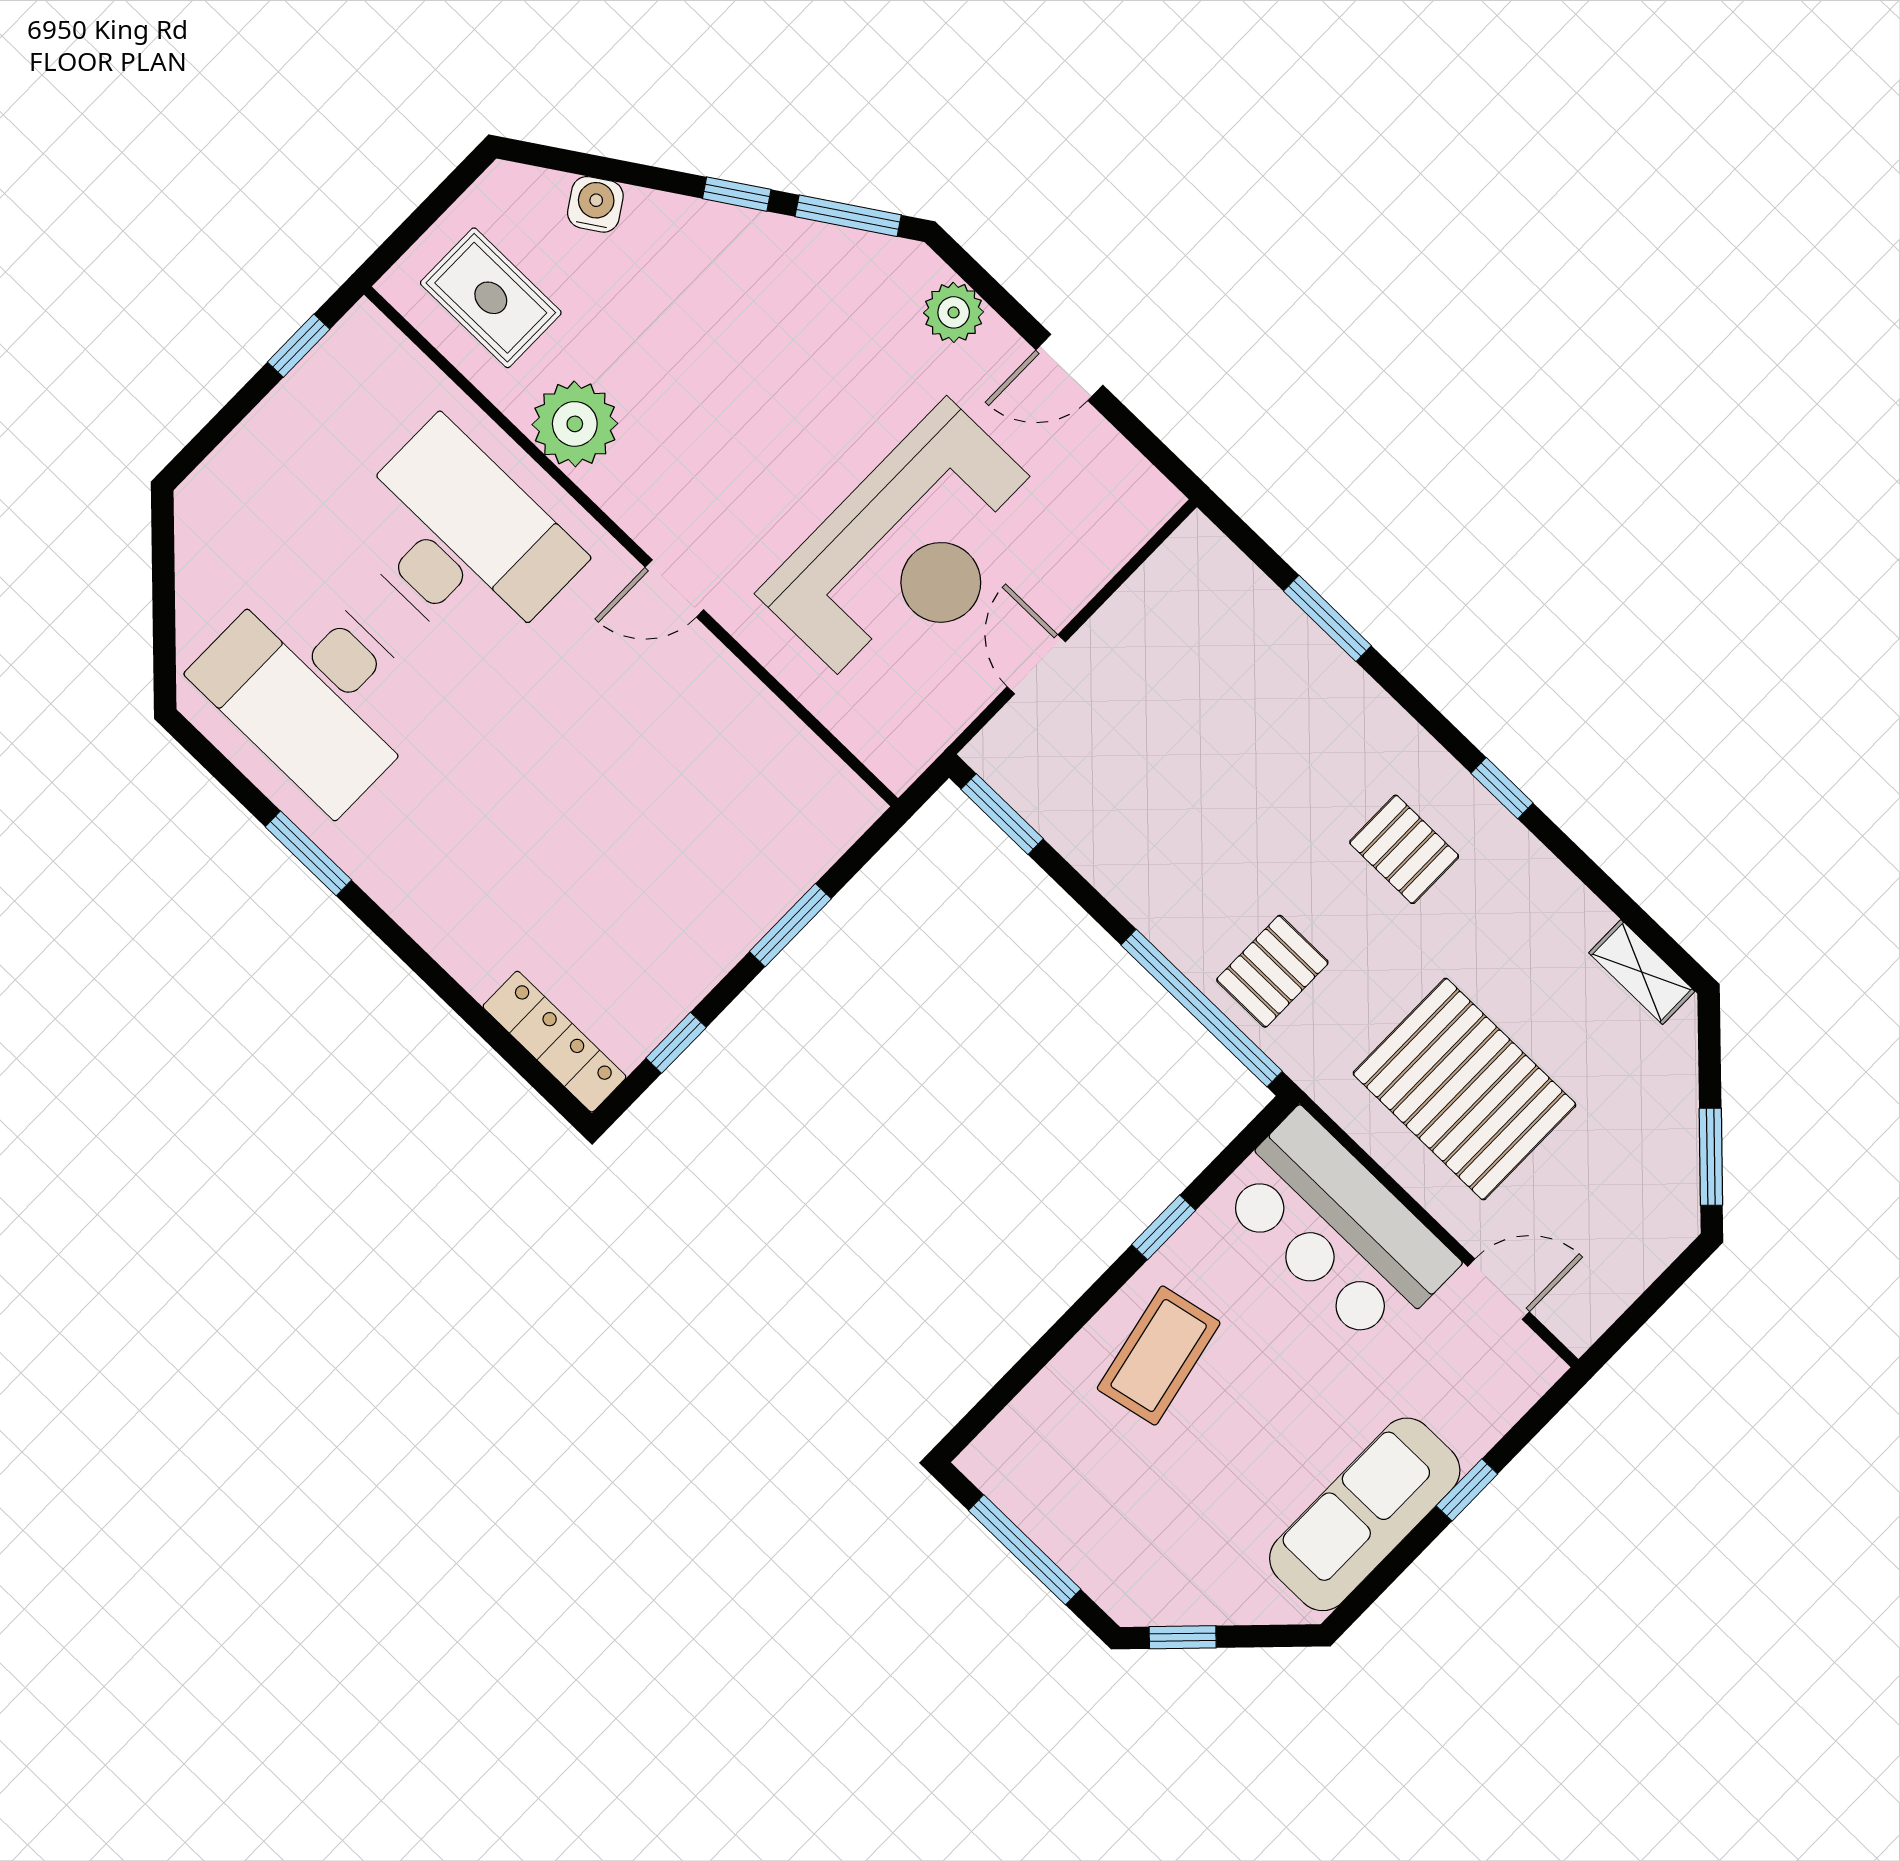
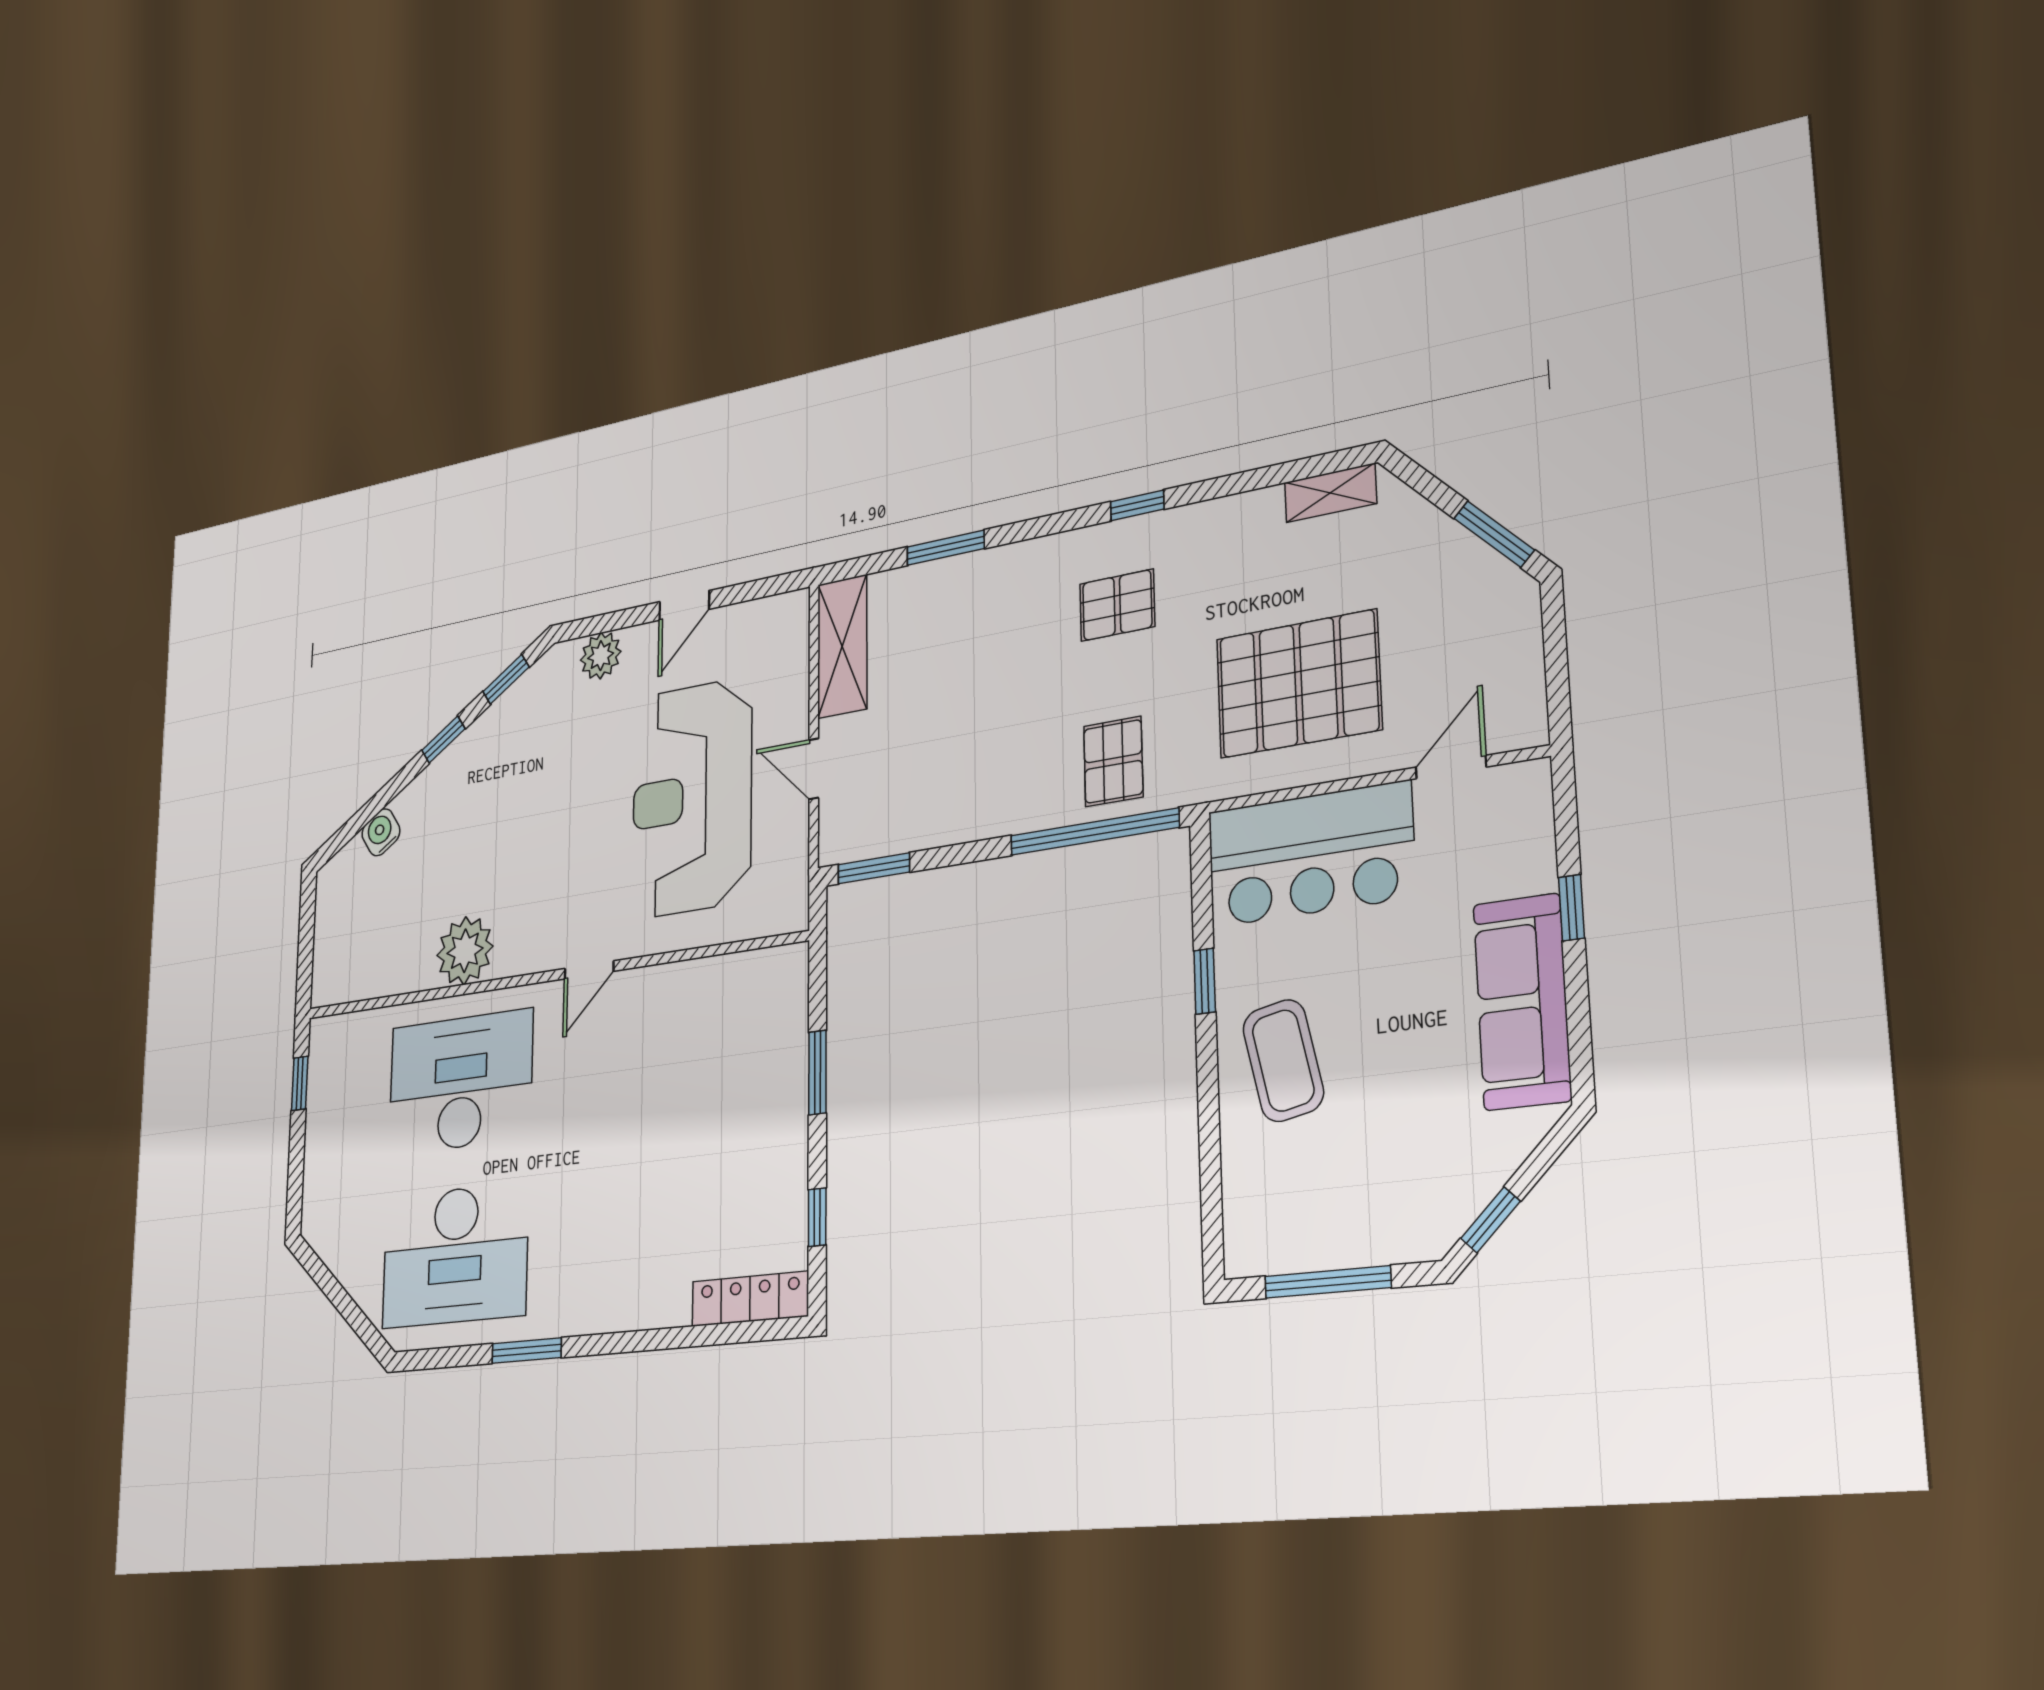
window: (848, 216) -> (506, 679), width x0.67
rug: (491, 298) -> (371, 941), removed
reception desk: (910, 552) -> (692, 798), turned 180
shelving: (1163, 589) -> (842, 646), added

